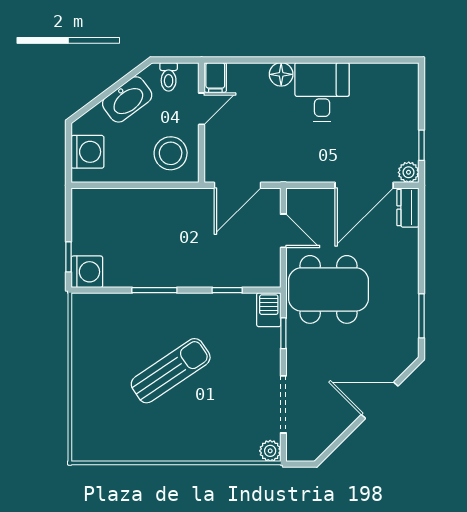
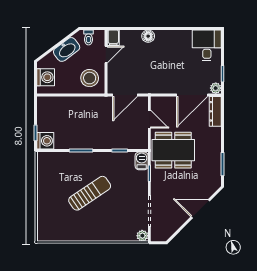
desk: (322, 92) -> (207, 45), moved
dresser: (408, 208) -> (215, 111), width x1.44

